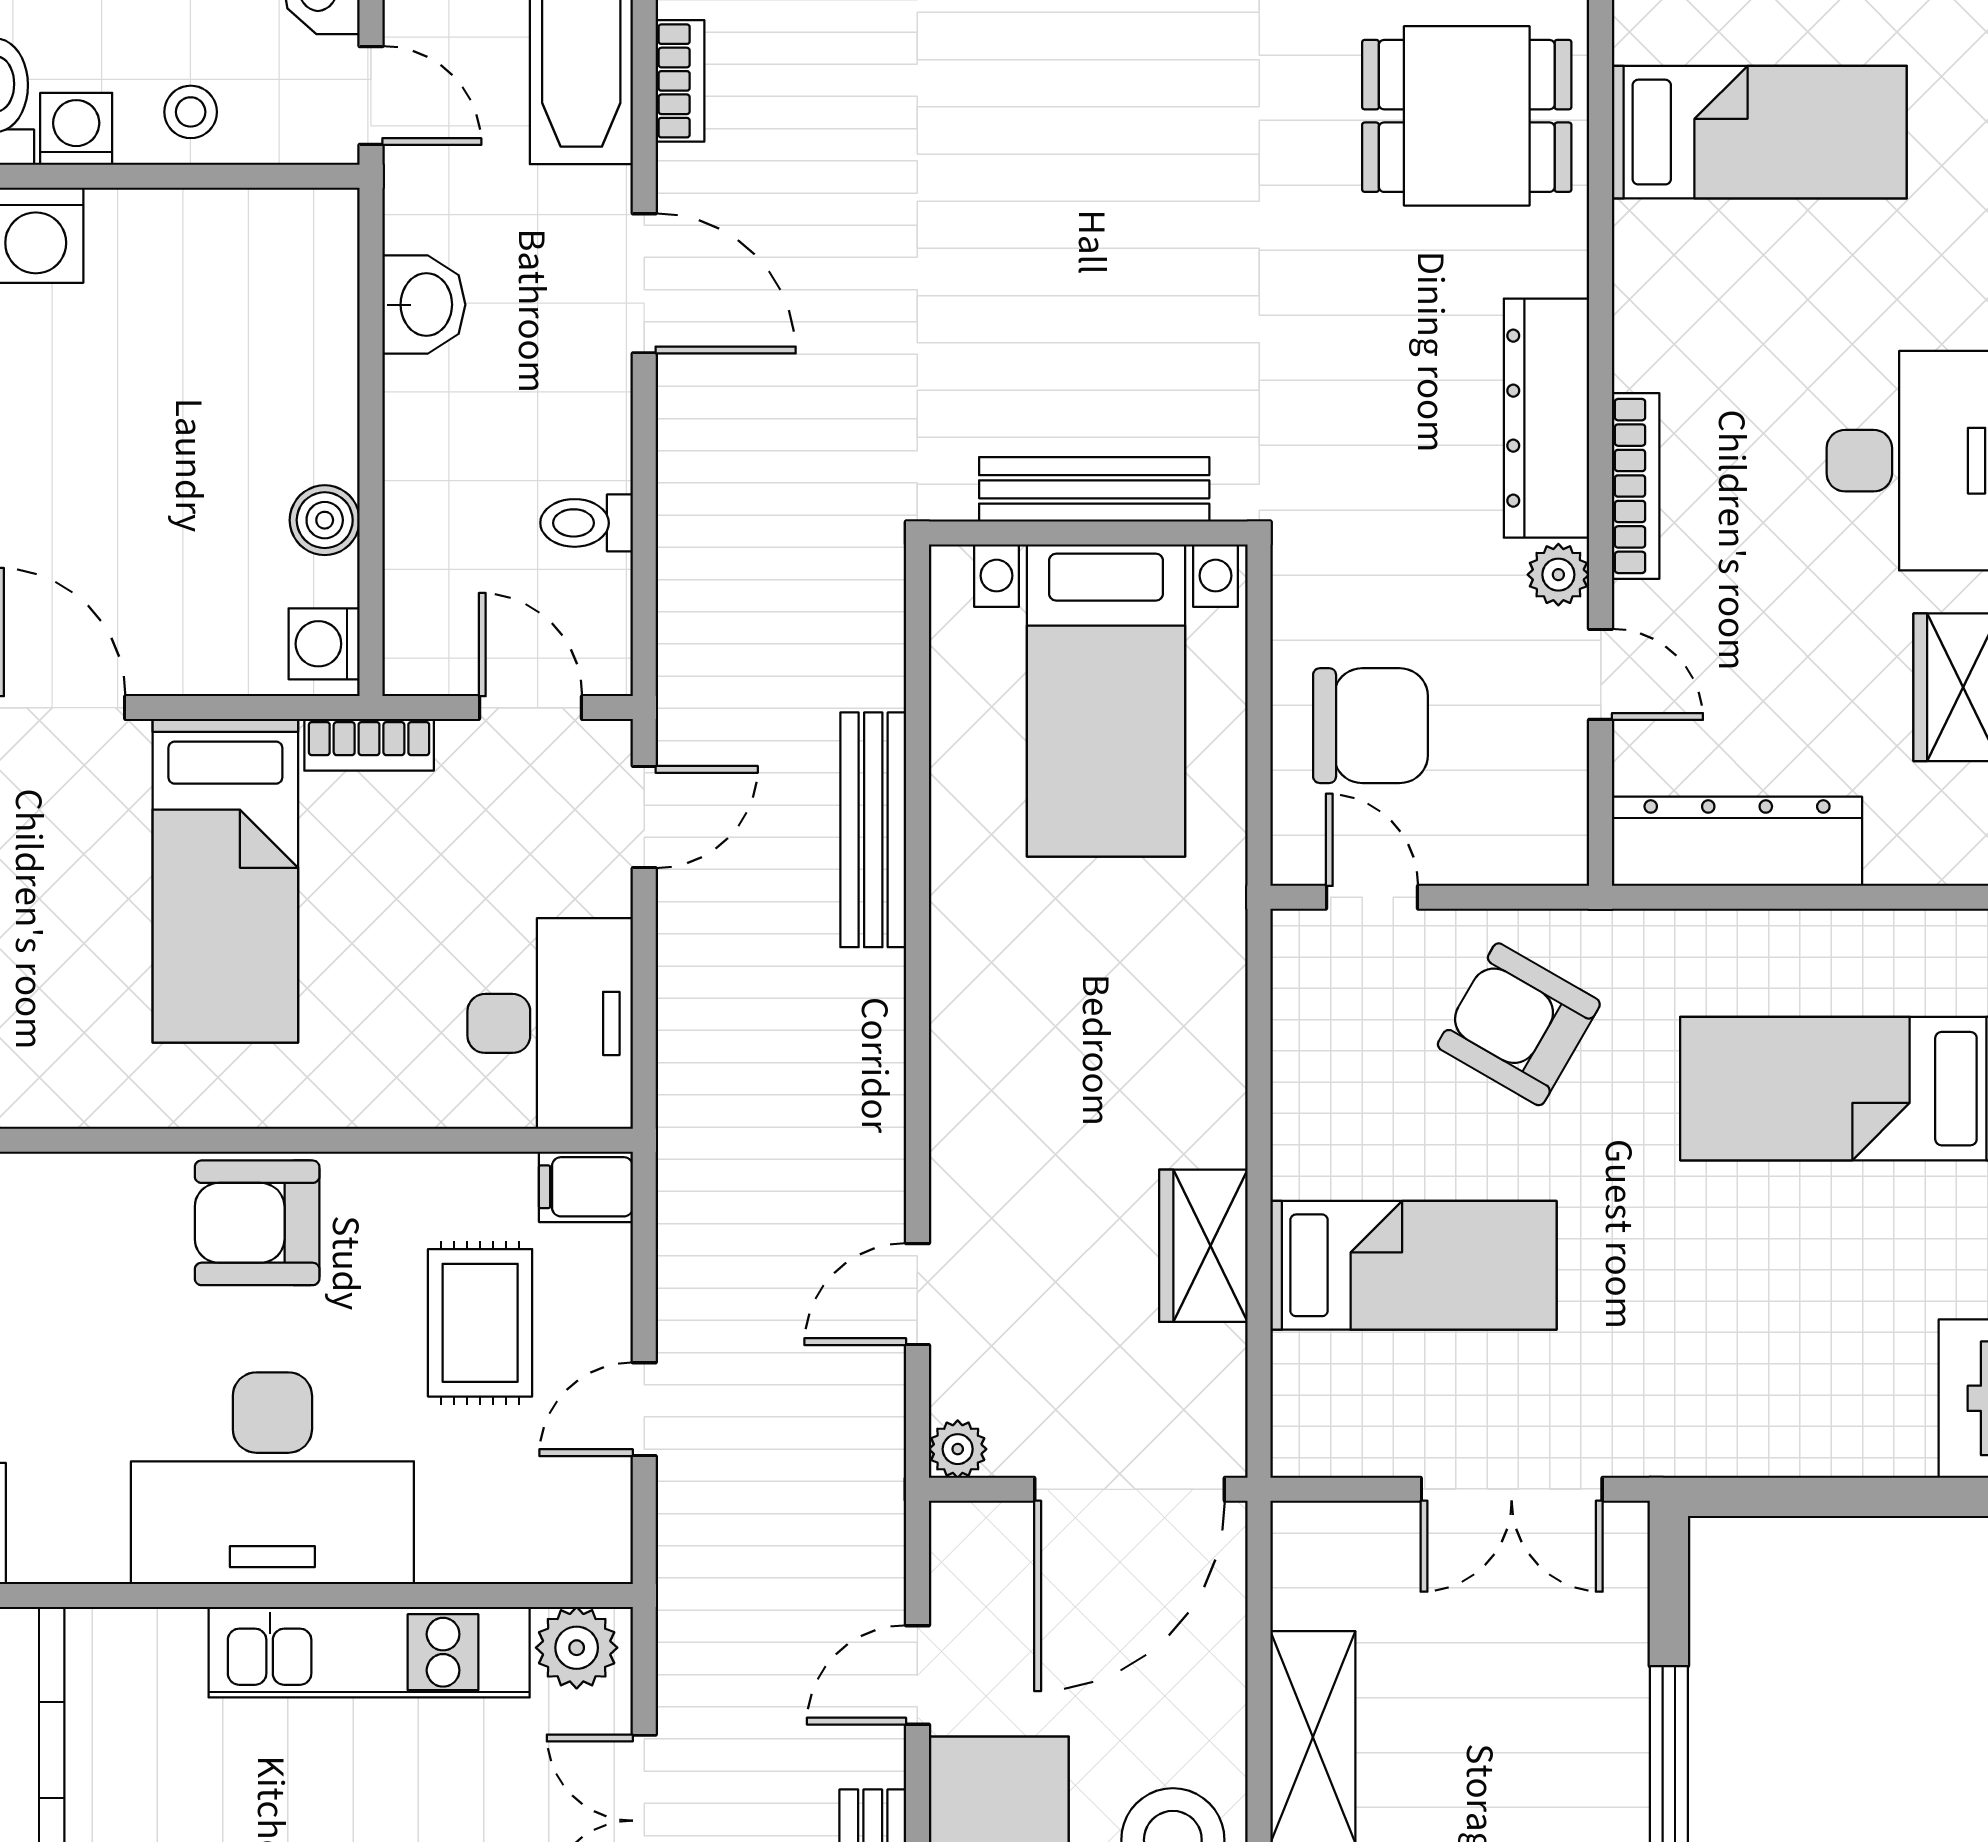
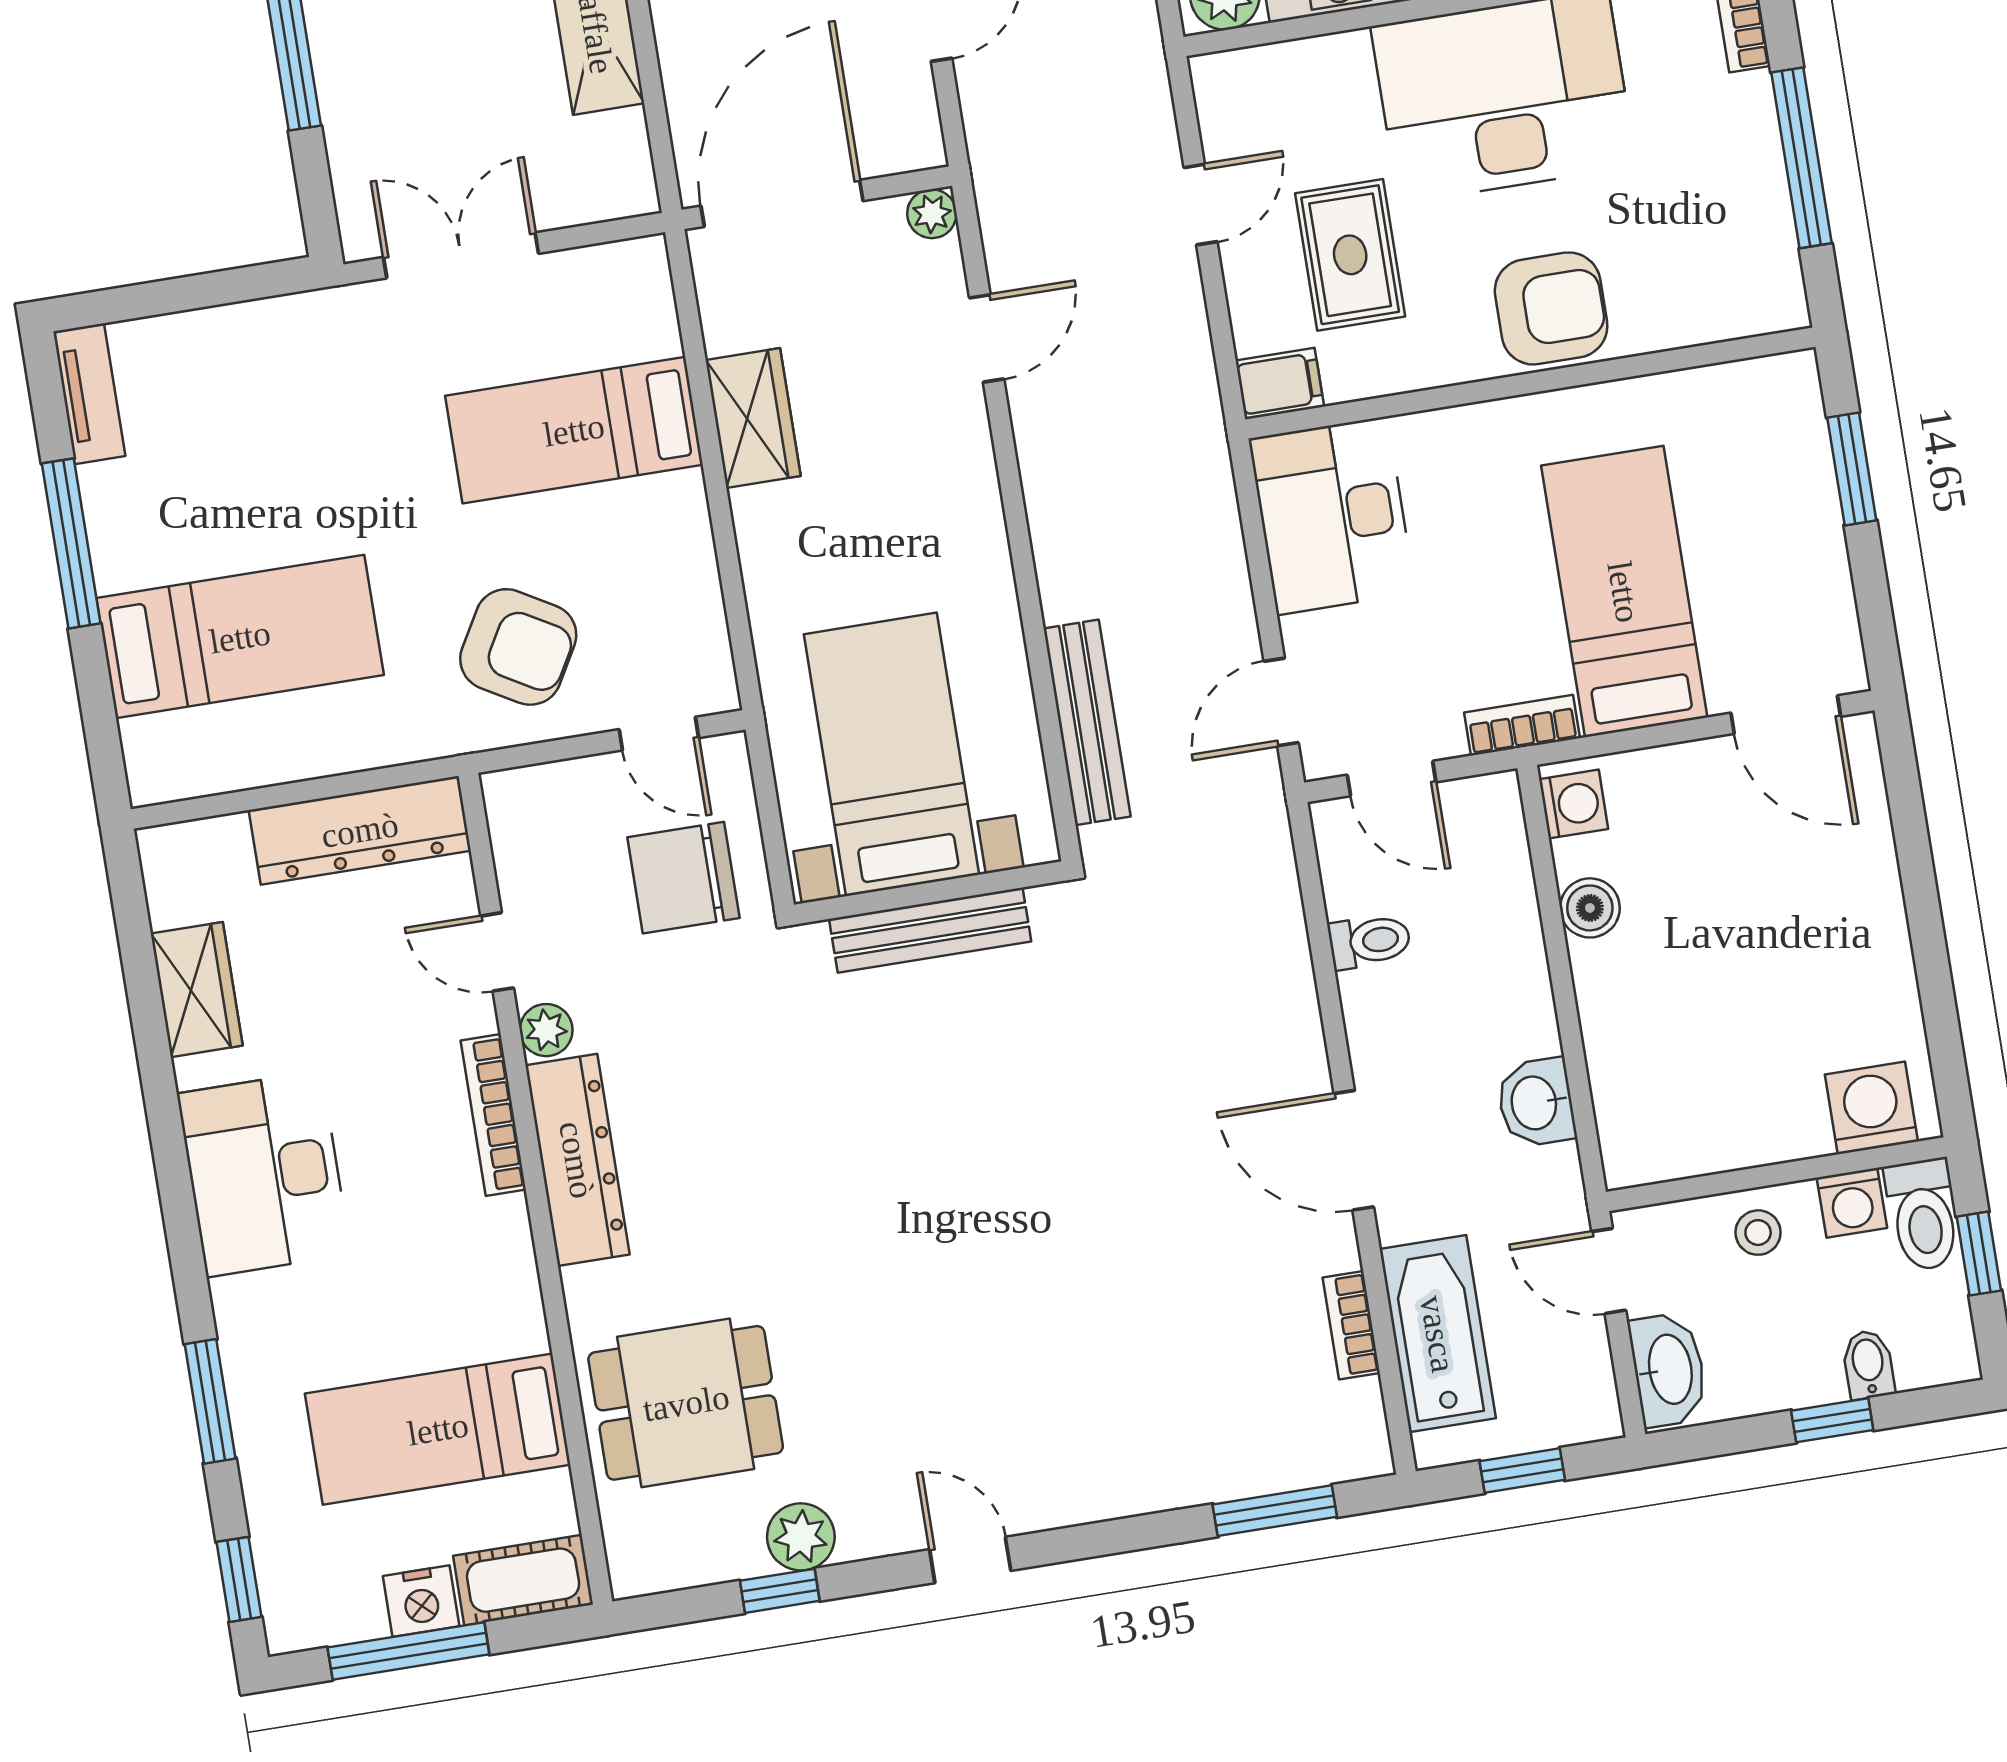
bench: (1094, 489) -> (930, 930), moved
wall: (1088, 533) -> (929, 893), moved
bed with nightstands: (1106, 700) -> (891, 754), moved

